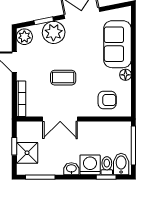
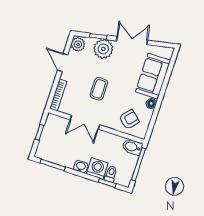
coffee table: (63, 78) -> (99, 89), turned 90
armchair: (107, 100) -> (129, 119), turned -49
shower: (27, 153) -> (48, 141), removed
bidet: (121, 164) -> (132, 147), moved, turned -90

